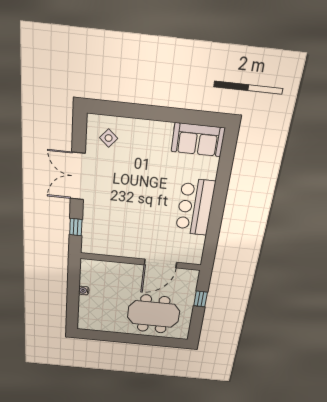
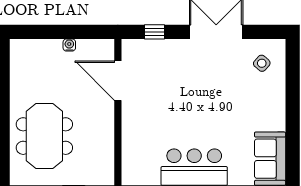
door: (160, 264) -> (118, 81), moved

